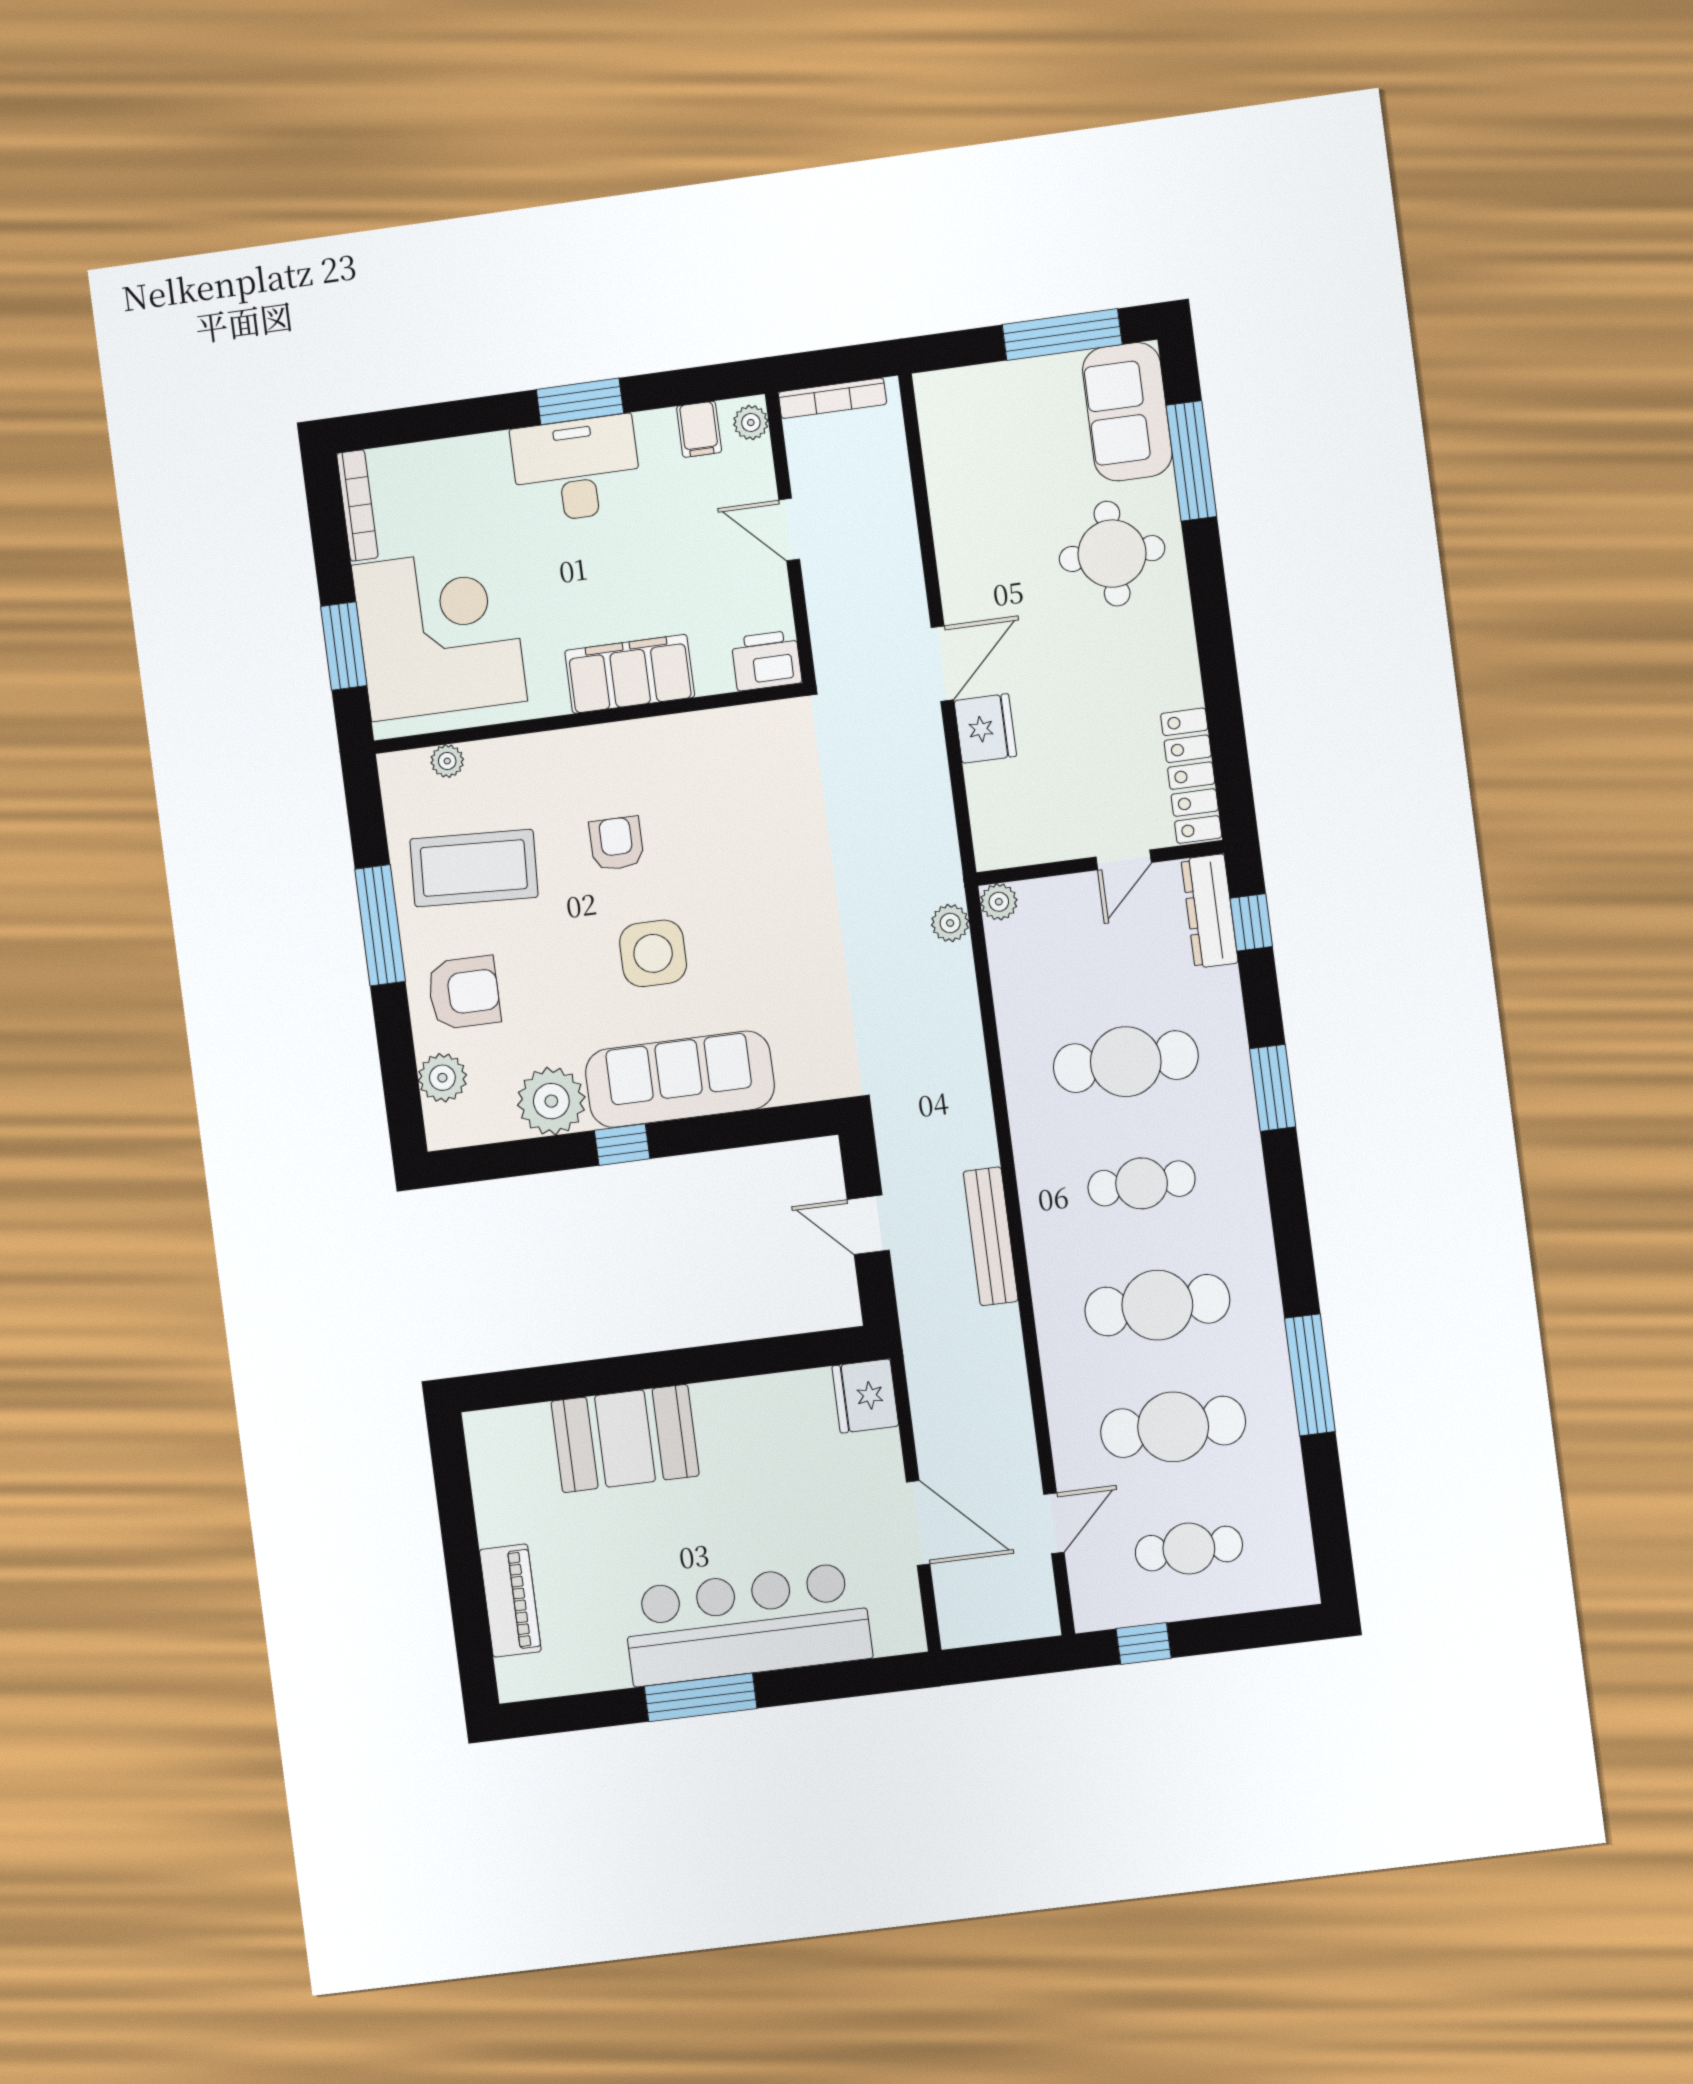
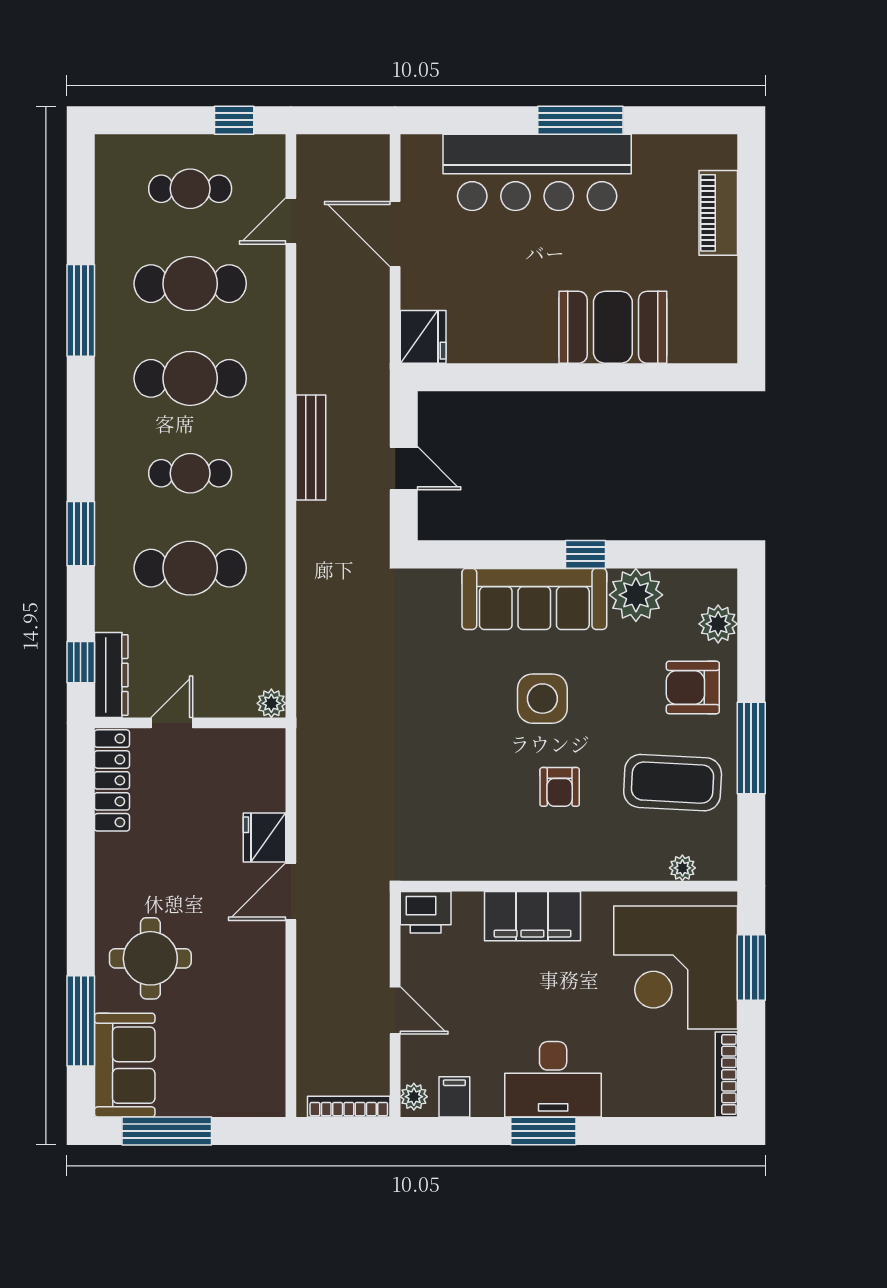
plant: (950, 923) -> (311, 692), removed

